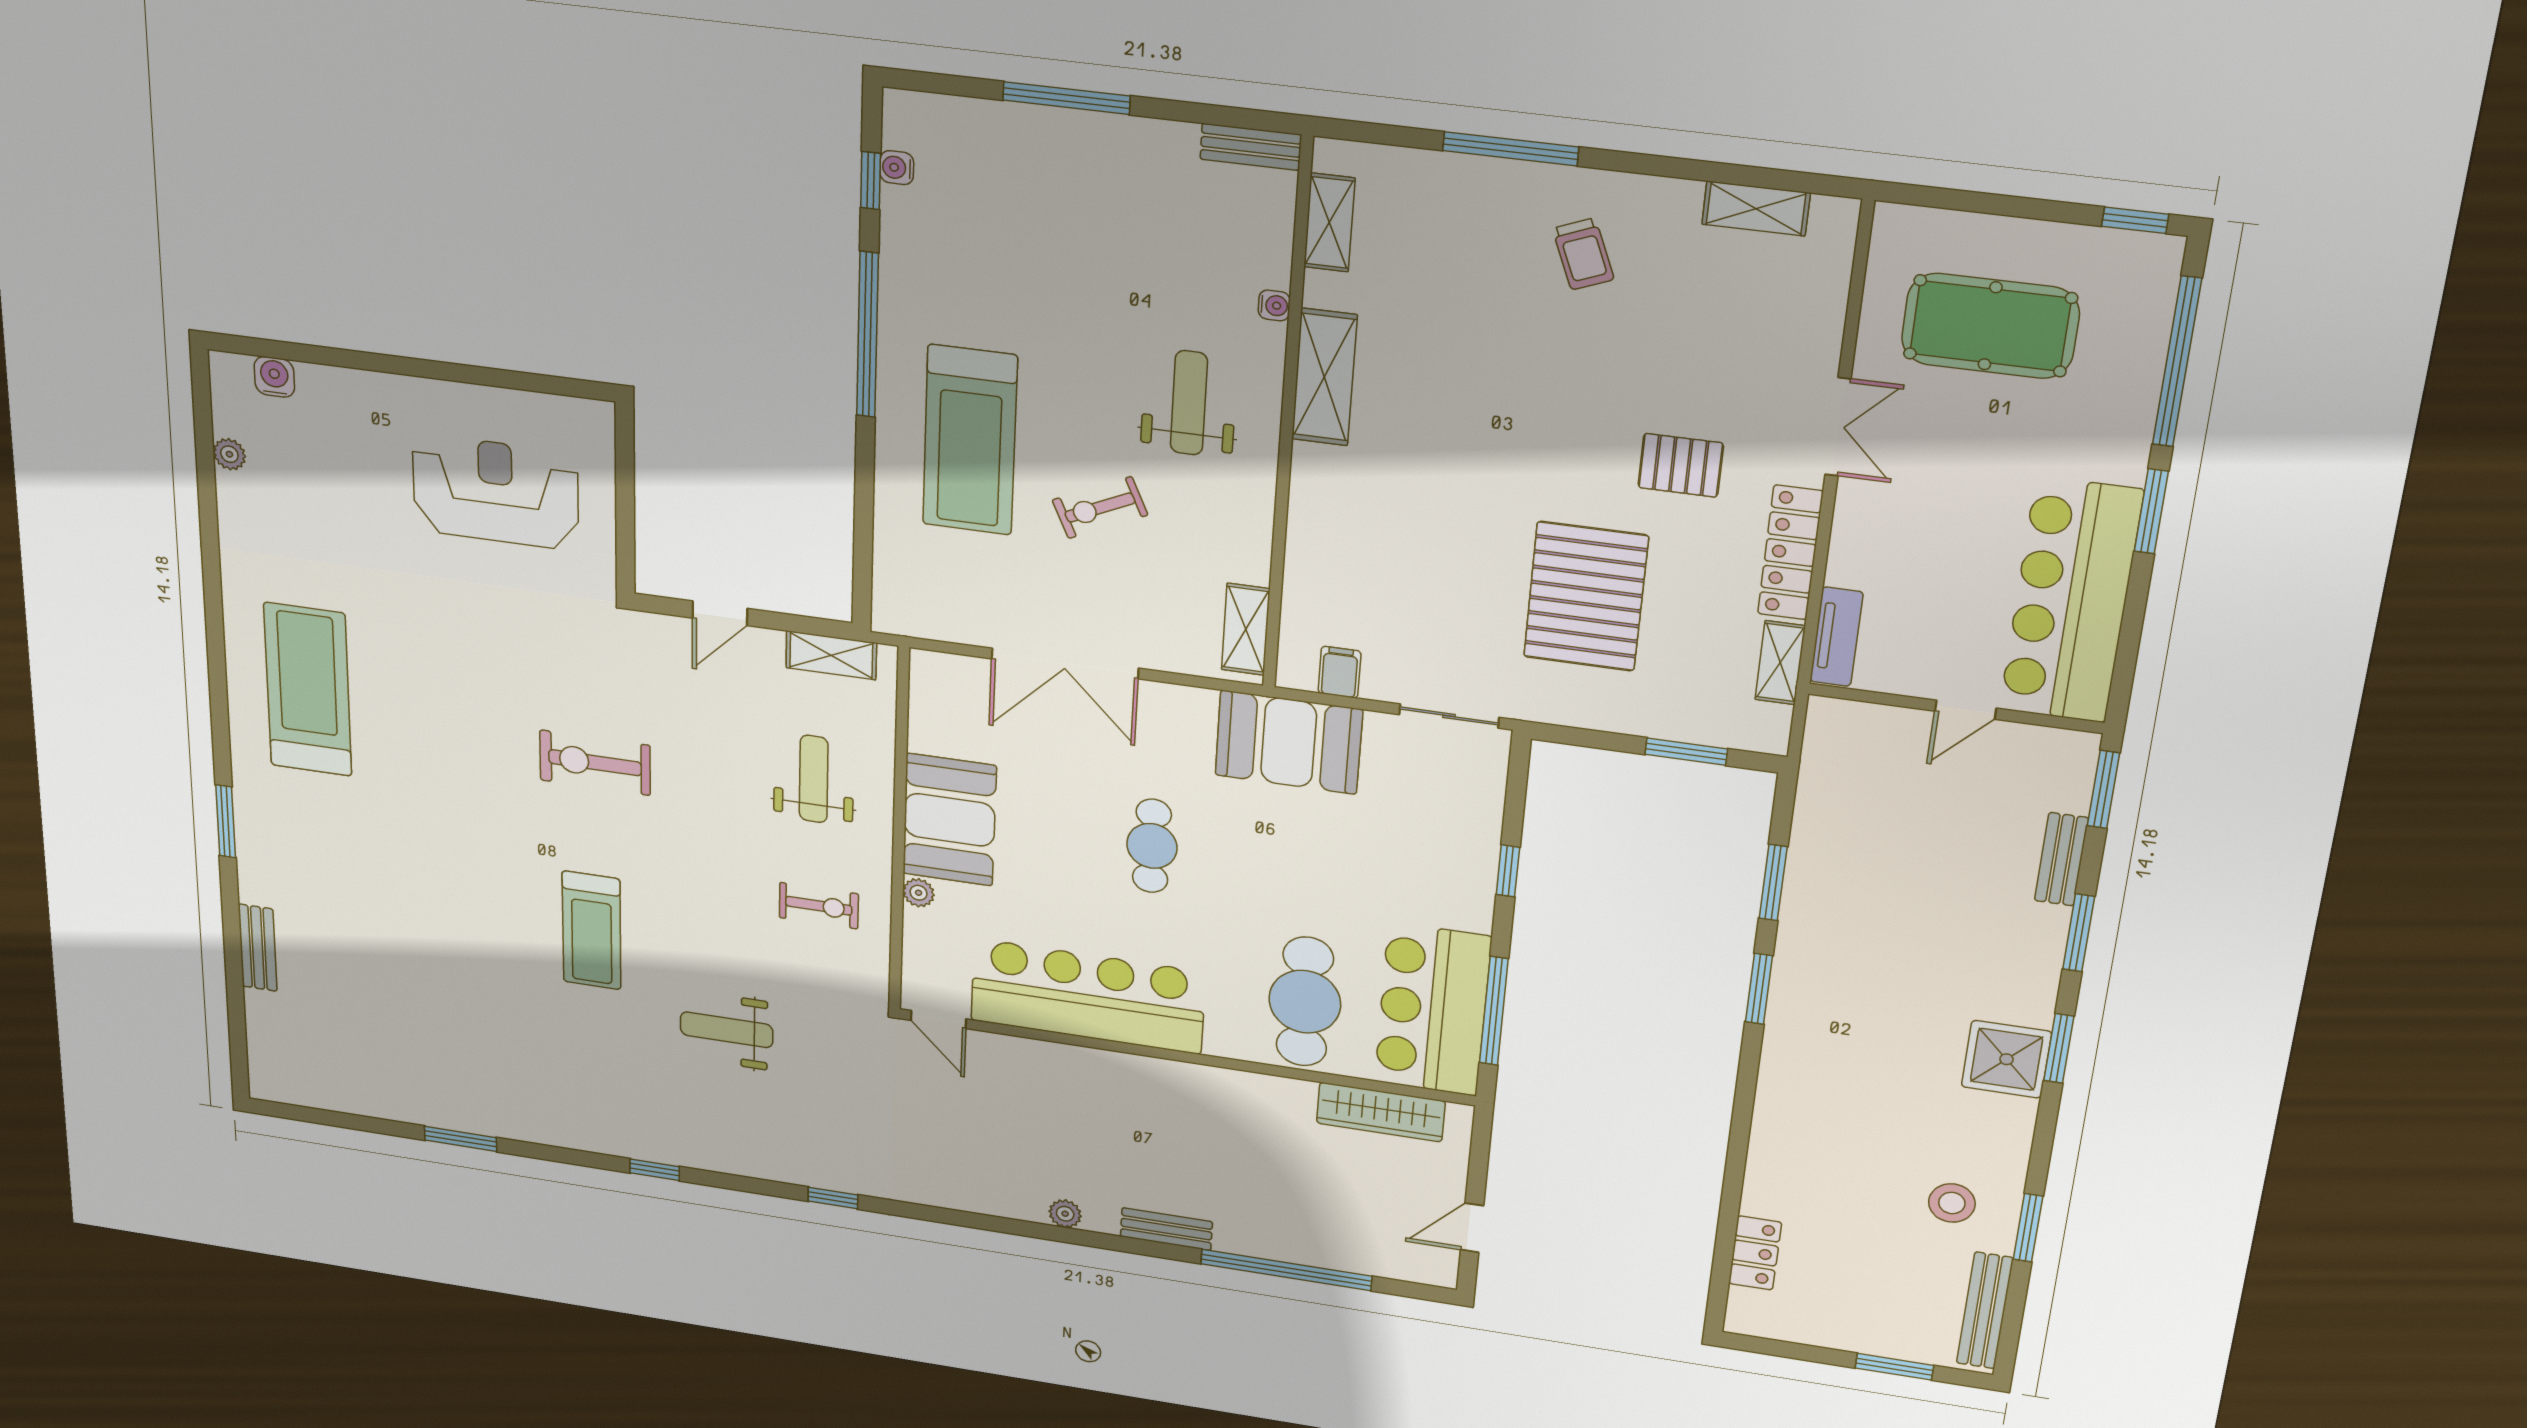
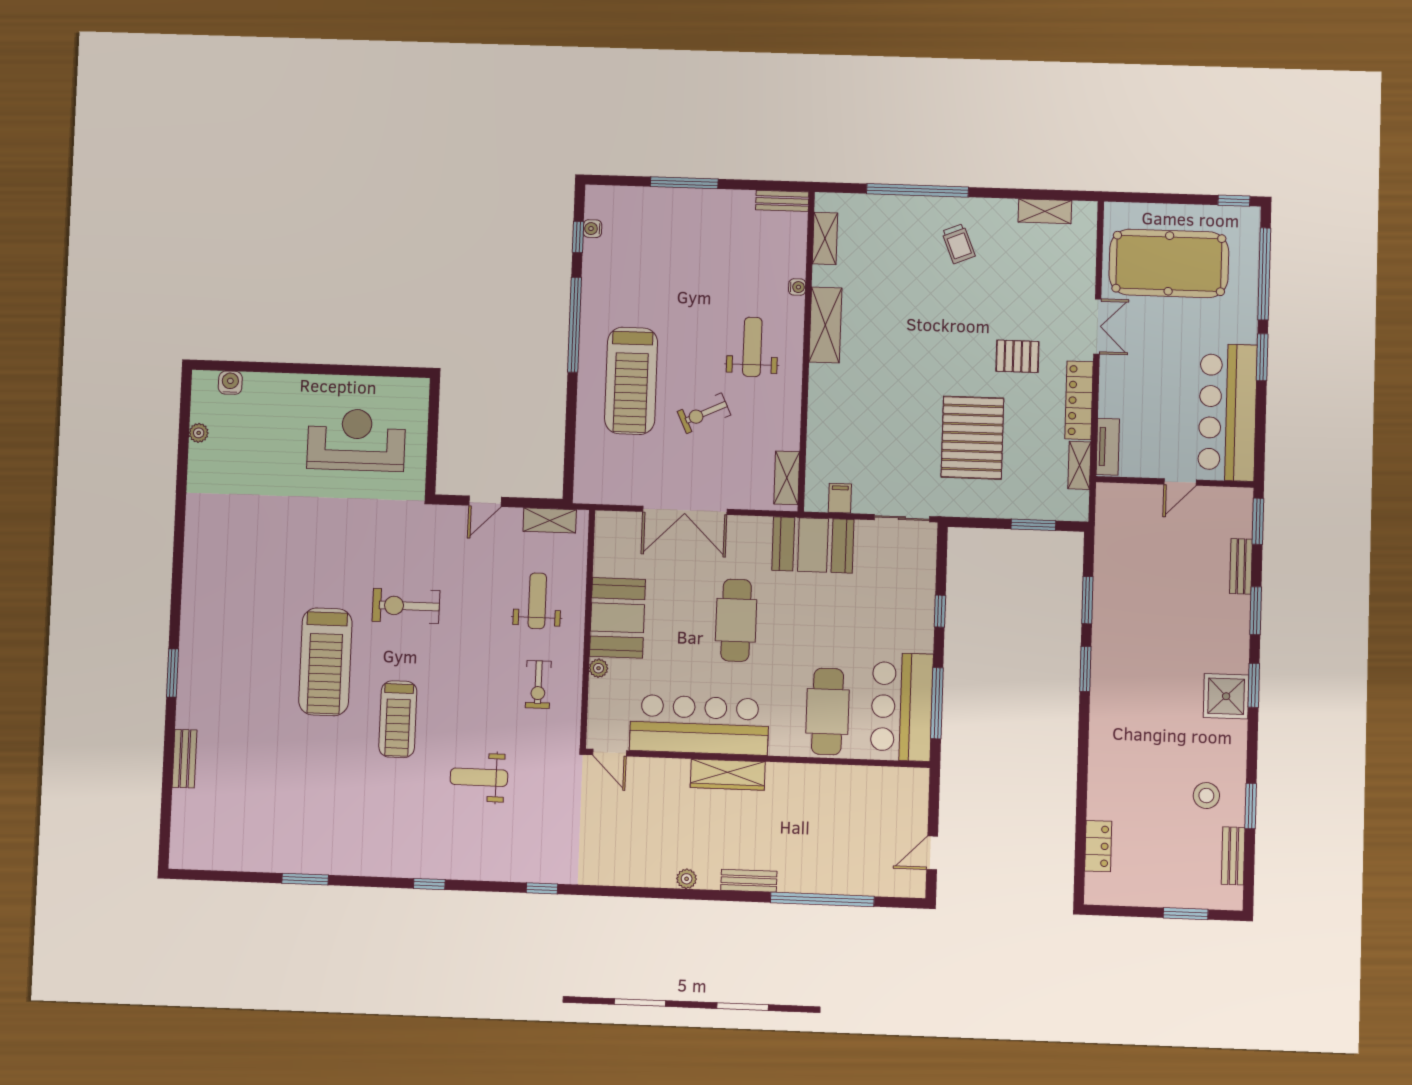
window: (1511, 149) -> (917, 190), width x1.46
pool table: (1990, 326) -> (1169, 263), width x1.36, depth x1.32
treadmill: (308, 690) -> (325, 662), moved, turned 180
cafe table: (1152, 846) -> (736, 620), width x1.37, depth x1.35
exercise bike: (819, 906) -> (538, 685), turned 90
wardrobe: (1381, 1112) -> (728, 775), moved
bench: (1985, 1311) -> (1233, 856), width x0.73

